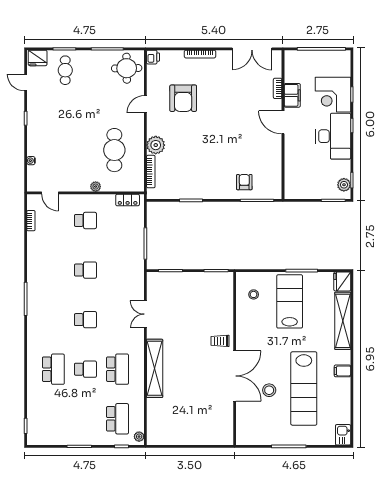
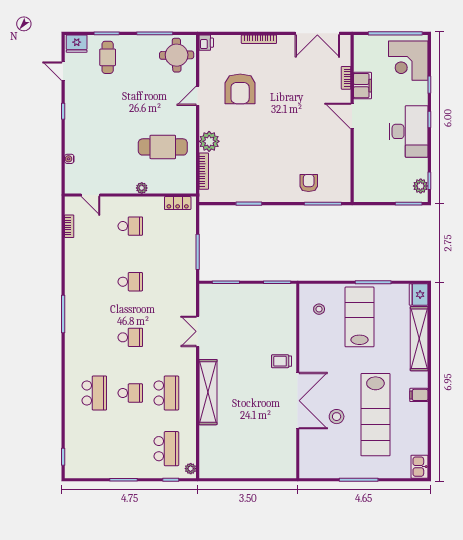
corner desk: (333, 95) -> (408, 61), moved
cafe table: (114, 150) -> (163, 147), turned 90

